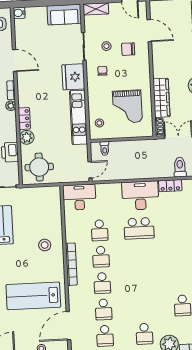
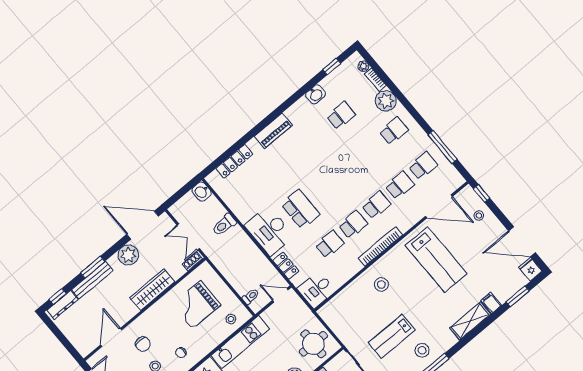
wardrobe: (161, 98) -> (152, 290), moved
grand piano: (127, 107) -> (196, 305), turned 180
toilet: (180, 167) -> (224, 225), moved
locker: (170, 186) -> (286, 266), moved
desk: (79, 197) -> (316, 290), width x0.73

